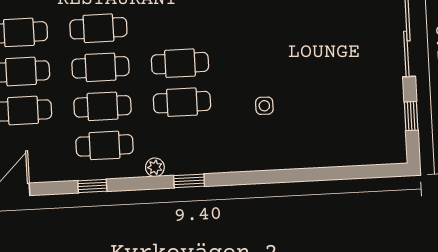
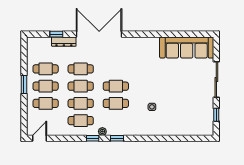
window: (92, 186) -> (93, 138), moved

